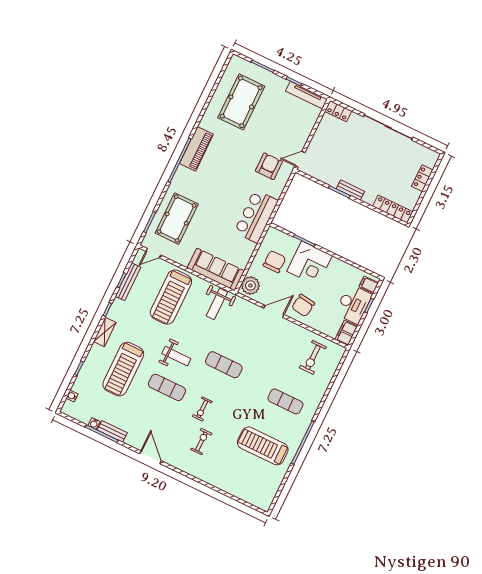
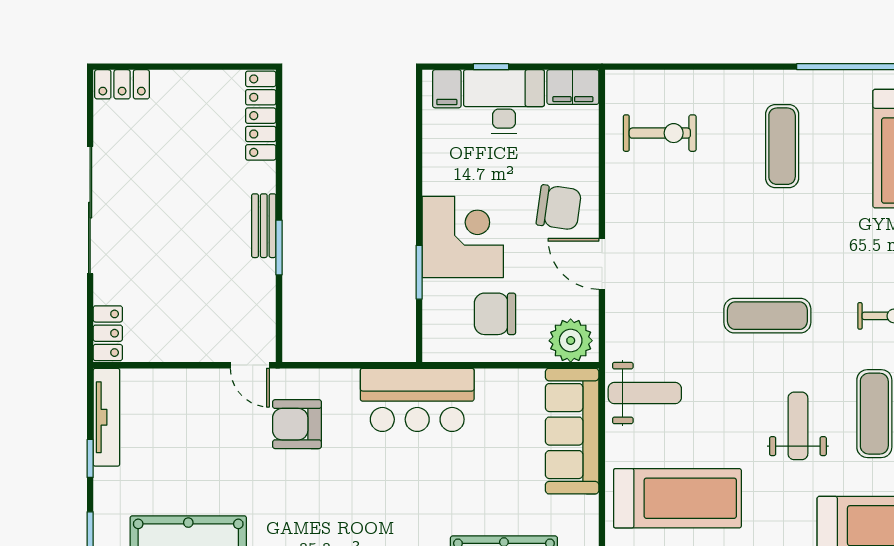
locker: (422, 178) -> (122, 84), moved
exercise mat: (224, 365) -> (767, 316), turned 90

